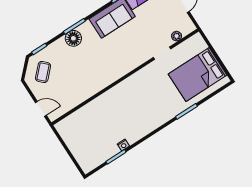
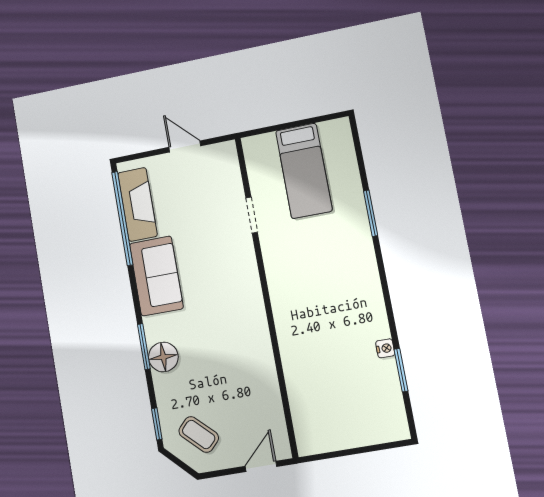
plant: (177, 36) -> (233, 179), removed
bed: (198, 75) -> (304, 171), width x0.67

